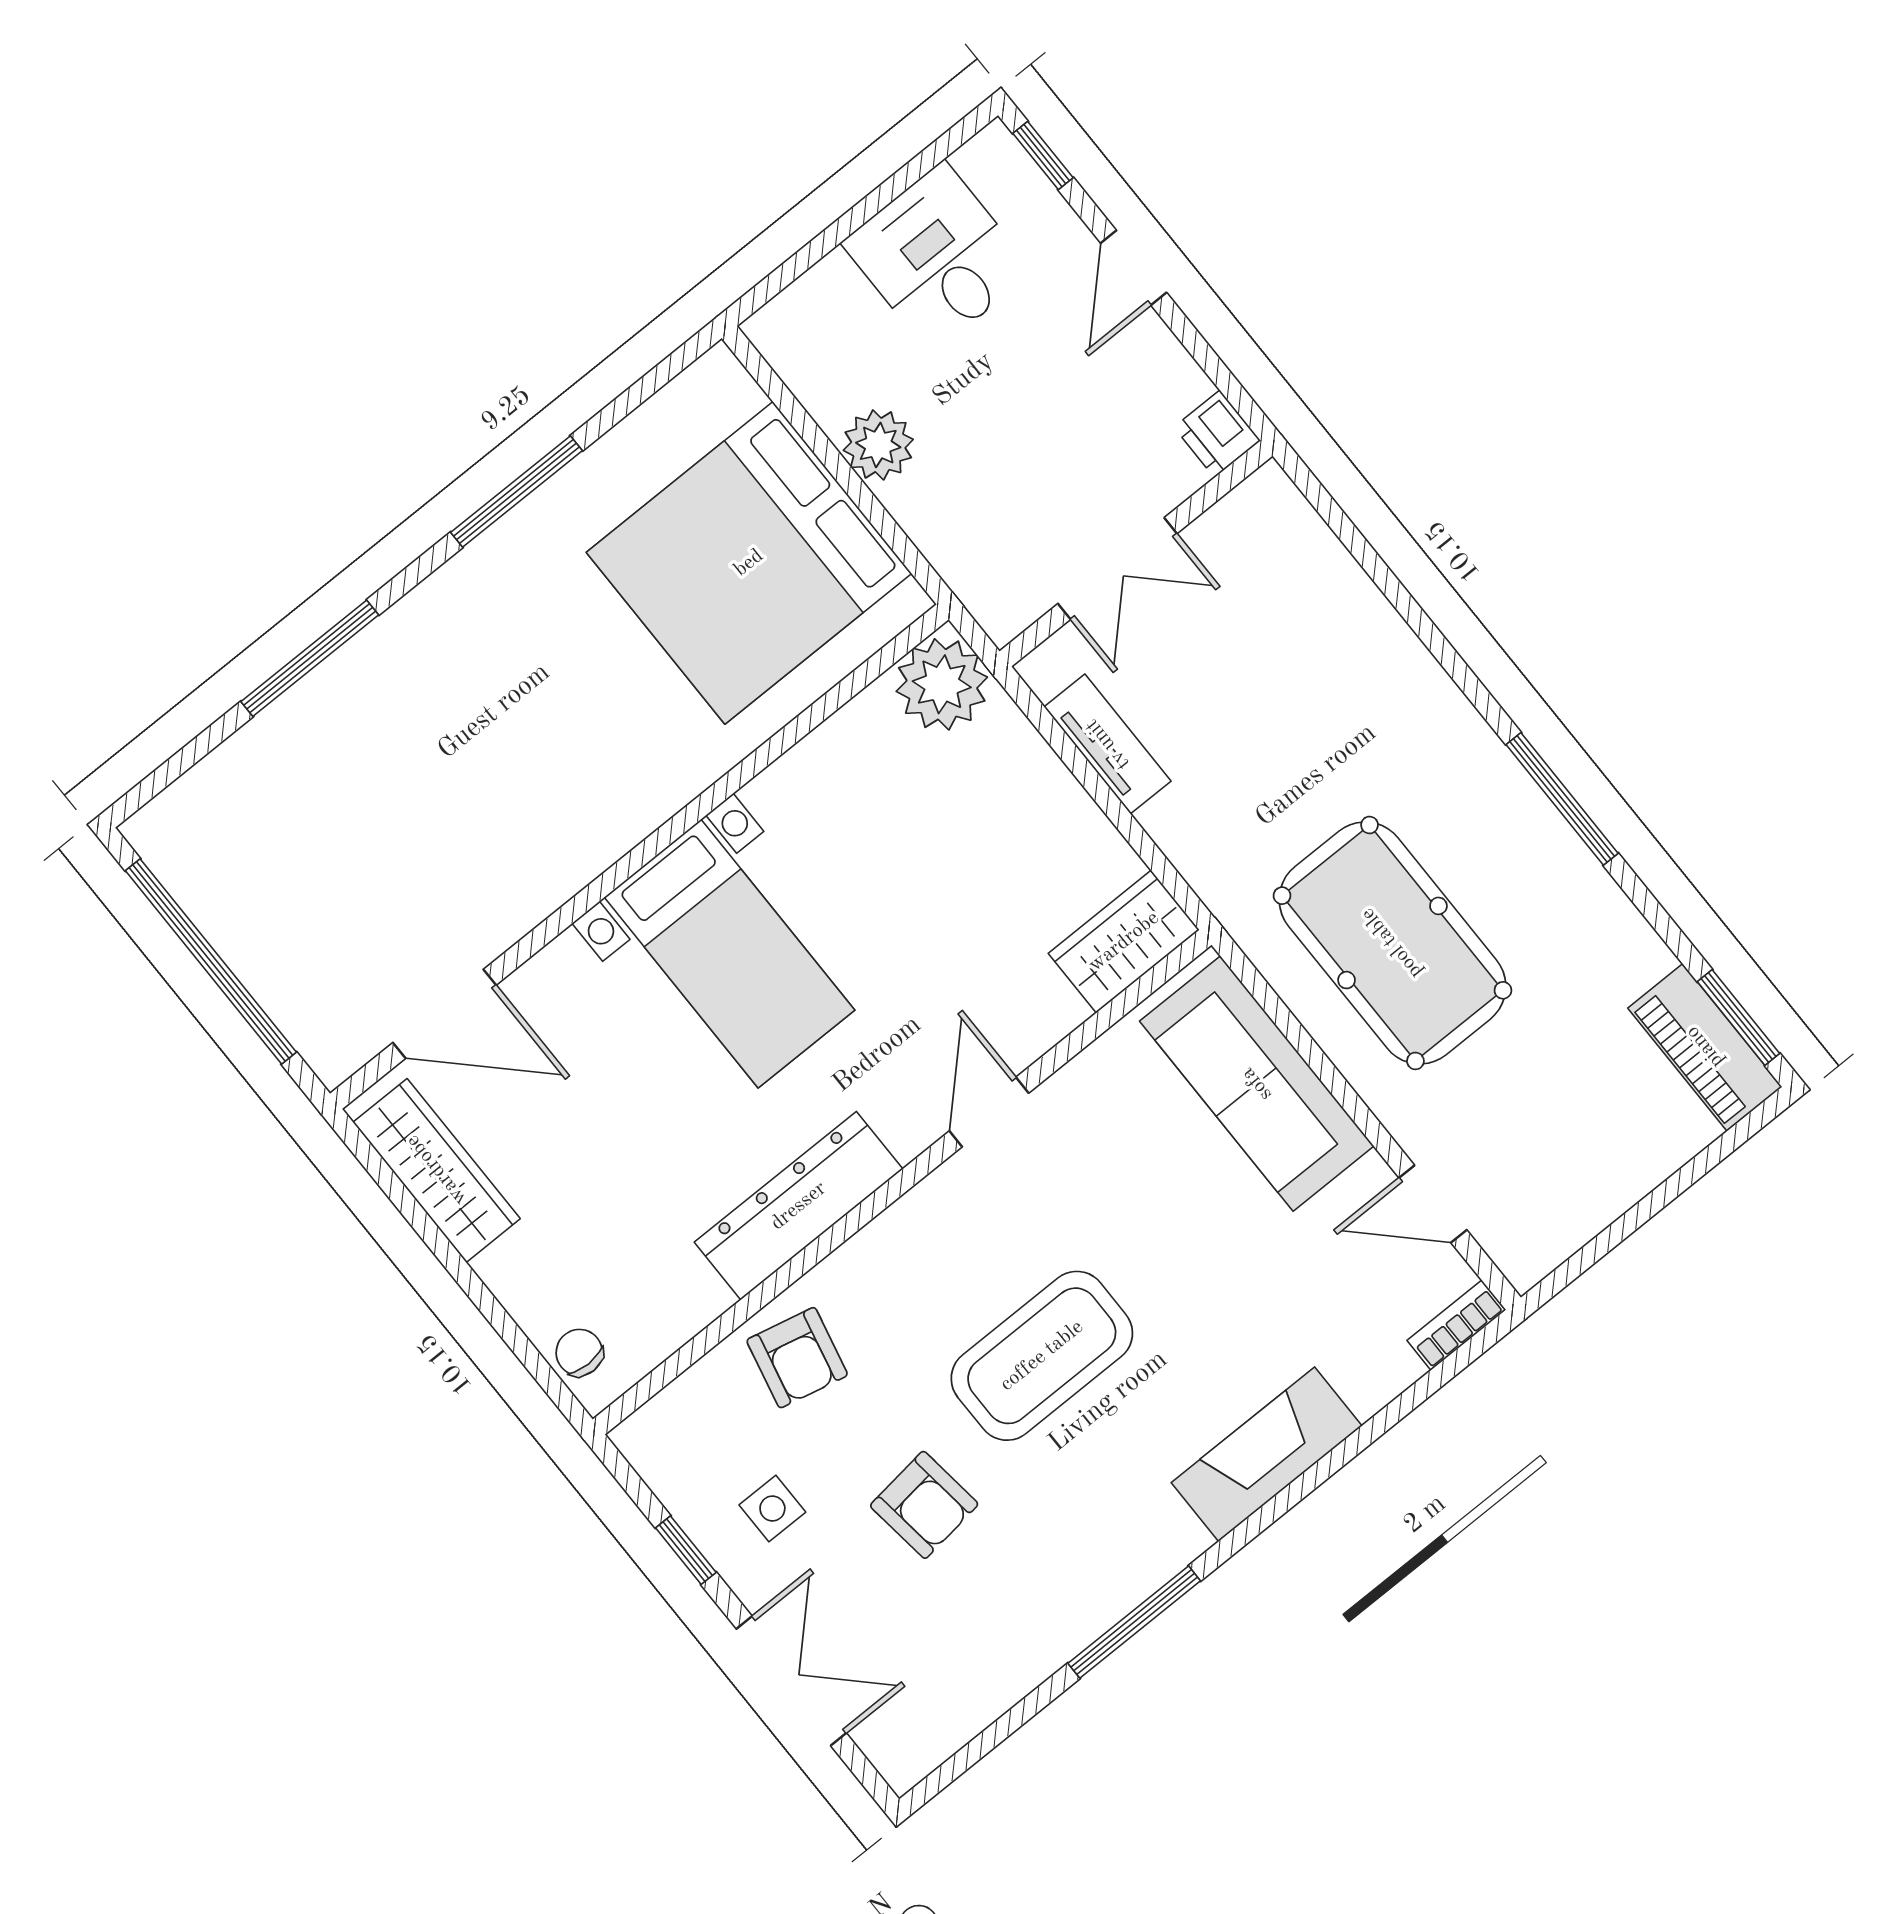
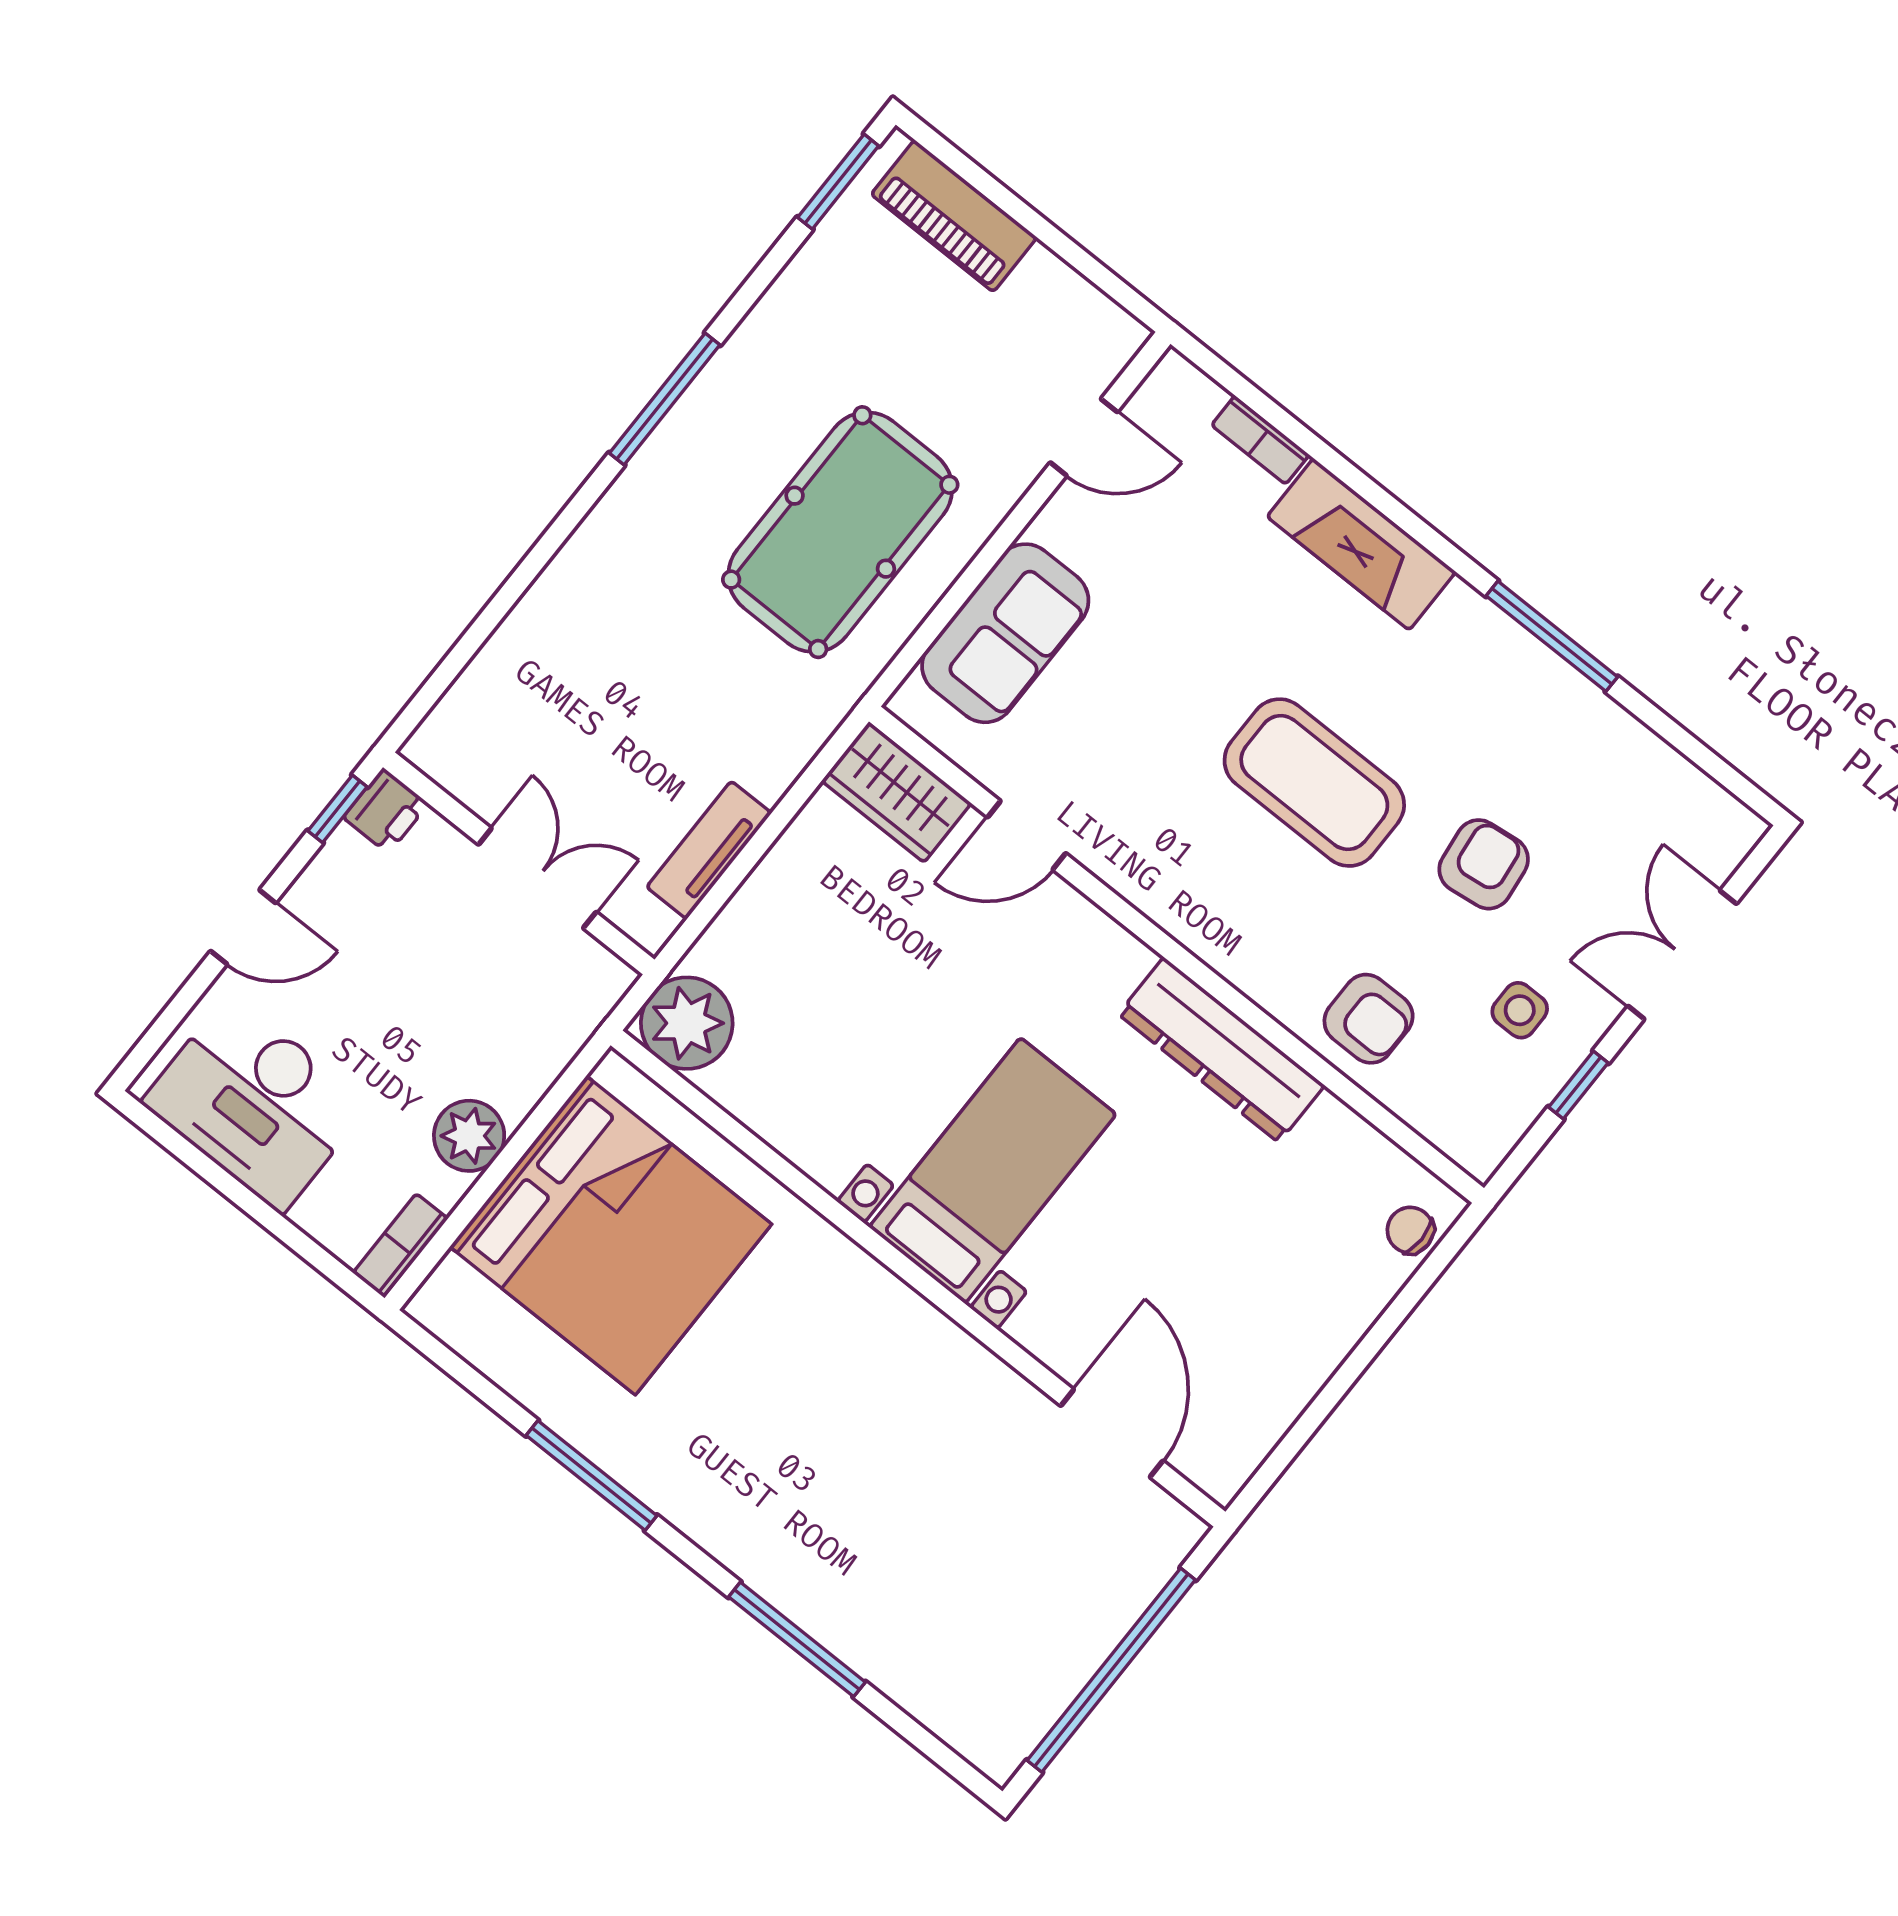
window: (1043, 156) -> (338, 809), moved
desk: (938, 257) -> (256, 1103), width x1.37
bookcase: (785, 353) -> (400, 1246), added
piano: (1705, 1047) -> (954, 216), moved, turned 90
sofa: (1257, 1084) -> (1005, 633), width x0.73
door: (989, 1112) -> (1027, 835), moved
wardrobe: (437, 1170) -> (1265, 1407), removed
door: (1433, 1204) -> (1084, 437), hinge flipped
bookcase: (1456, 1325) -> (1260, 440), moved
chair: (579, 1353) -> (1410, 1230), turned 90
armchair: (797, 1358) -> (1369, 1019), turned 77

